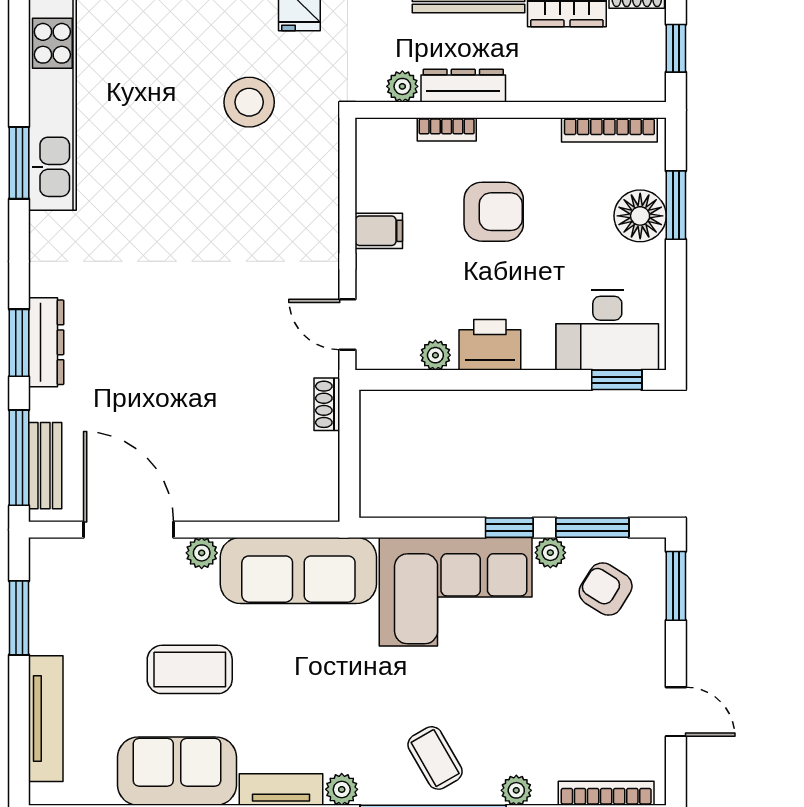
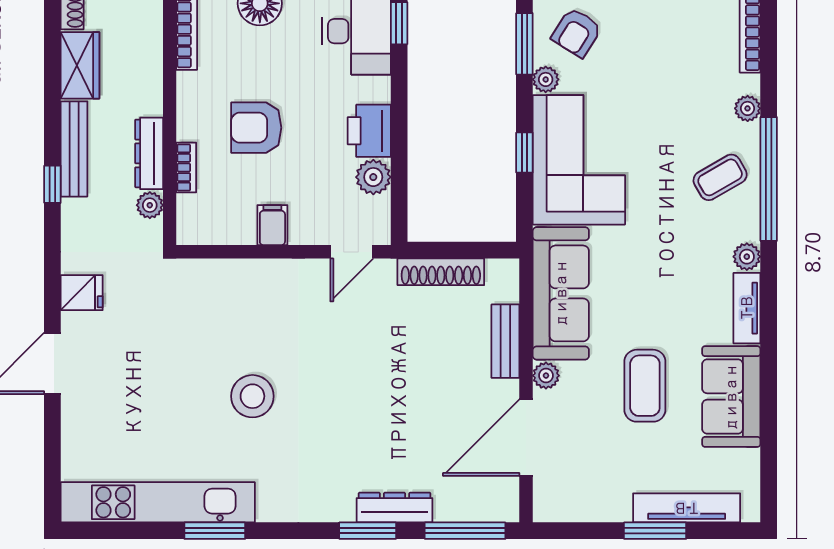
stool: (249, 102) -> (252, 396), moved
armchair: (494, 212) -> (256, 128), turned -90
dresser: (46, 342) -> (395, 508), moved
plant: (435, 355) -> (373, 177), width x1.38, depth x1.38
shoe rack: (327, 404) -> (441, 272), width x1.94, depth x1.24
bench: (45, 466) -> (505, 341), moved, turned 90
window: (509, 528) -> (524, 153), moved
window: (19, 618) -> (655, 531), moved

